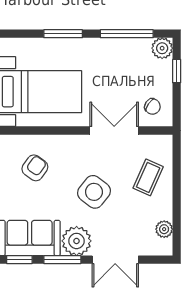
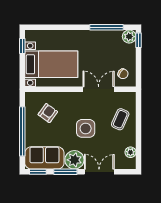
window: (63, 34) -> (66, 27), removed
window: (177, 71) -> (138, 40), moved
side table: (94, 192) -> (86, 128), turned -38
double door: (115, 260) -> (99, 172), swing flipped

